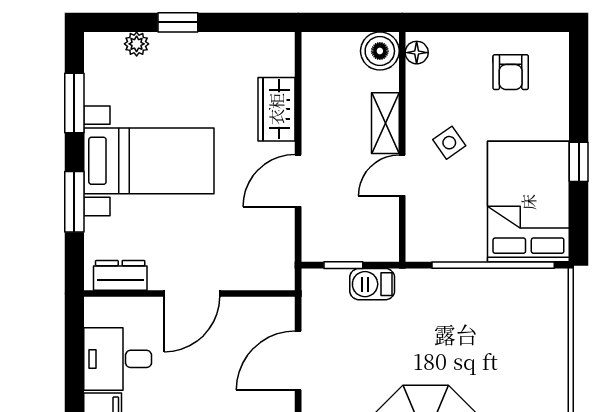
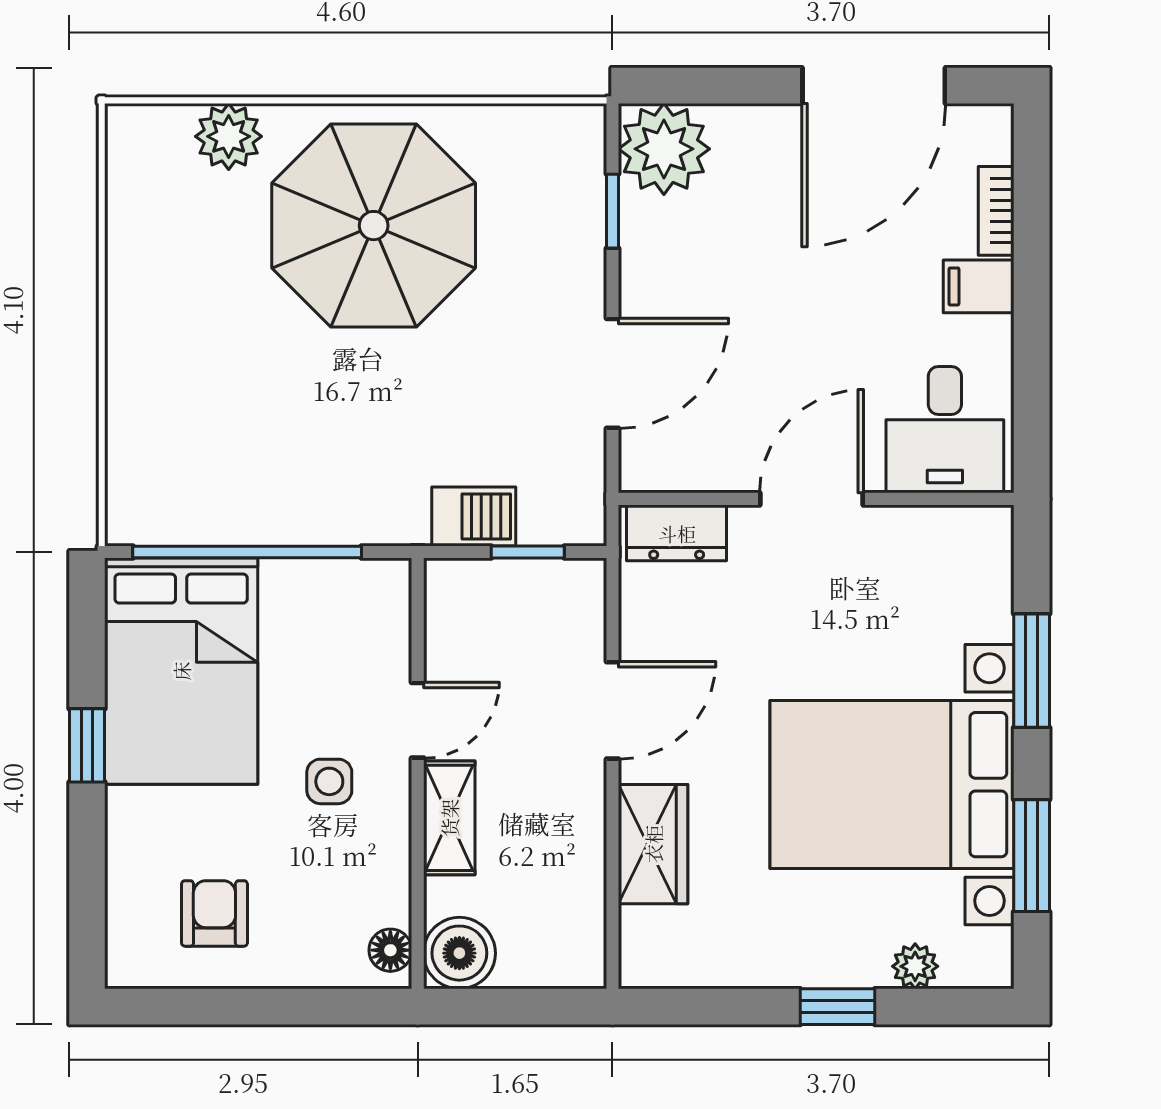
side table: (449, 143) -> (329, 781), turned 35
bed with nightstands: (149, 161) -> (892, 785), width x1.36
dresser: (120, 275) -> (677, 533), moved
desk: (118, 359) -> (945, 430), moved, turned 90

